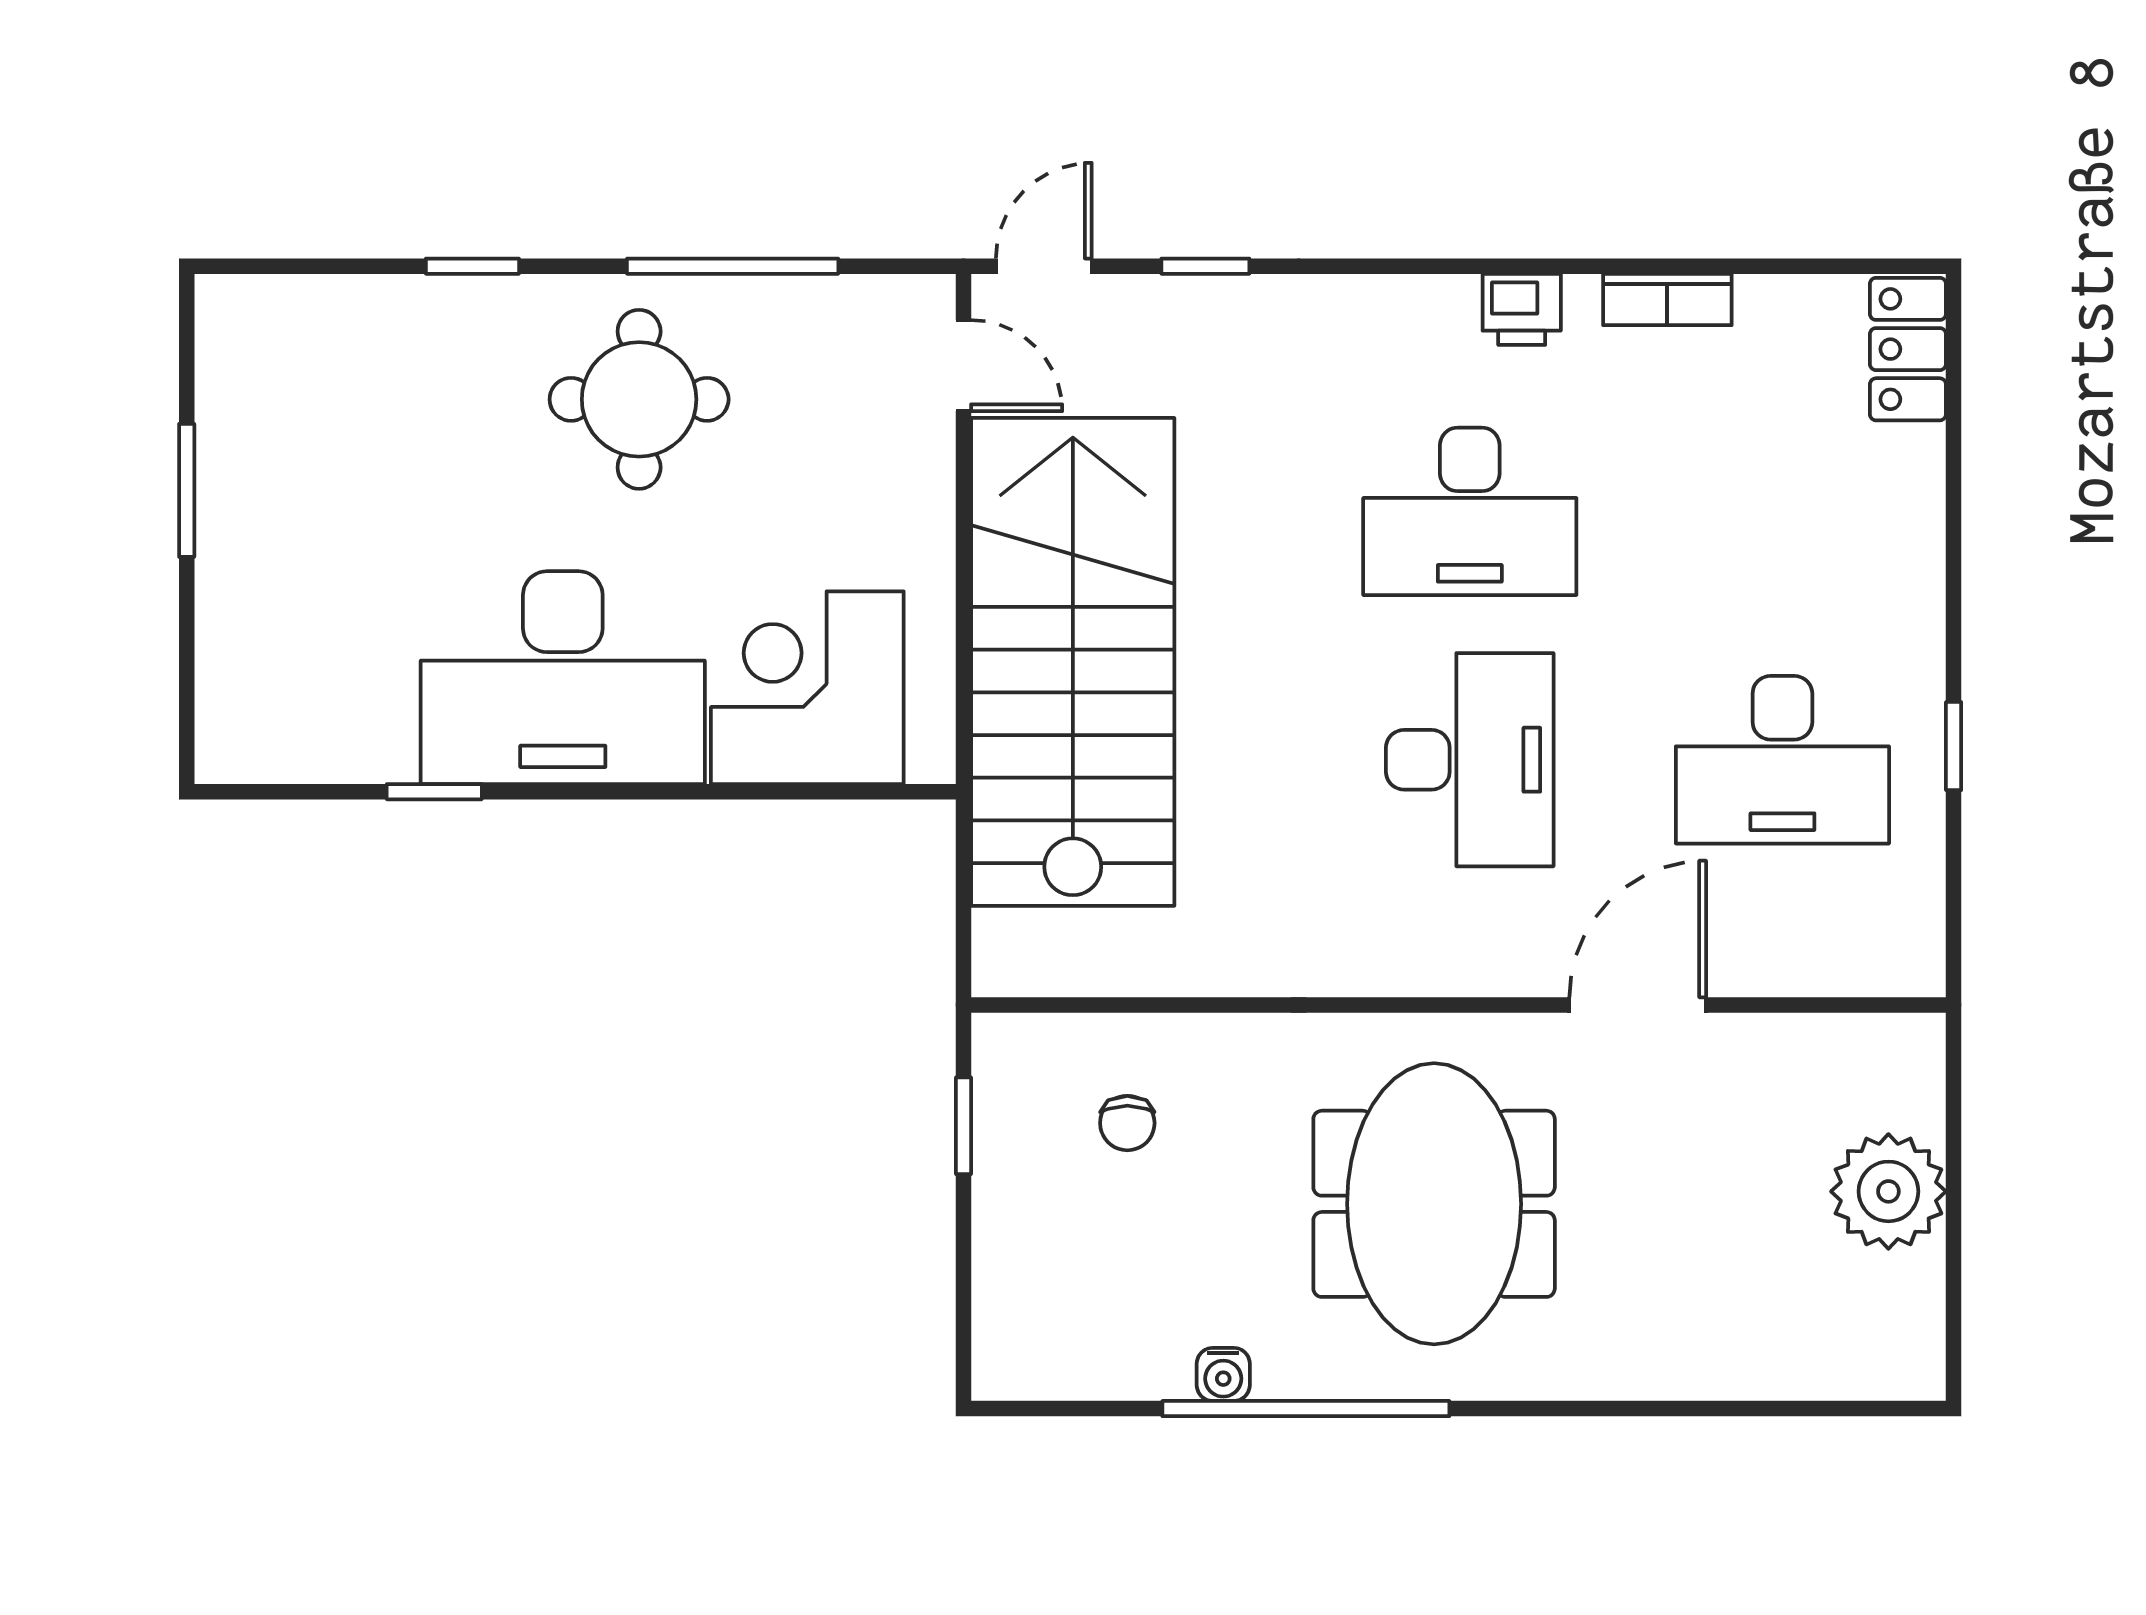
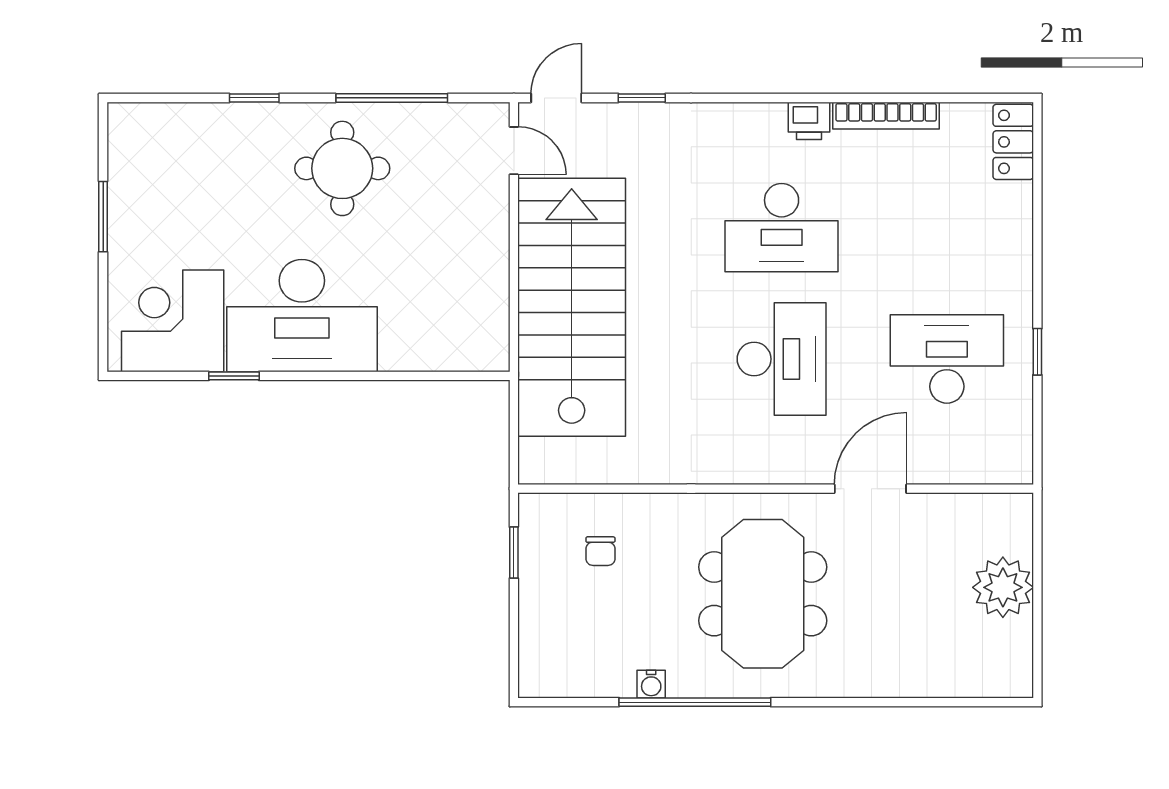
bookcase: (1667, 299) -> (886, 116), width x1.56
corner desk: (807, 688) -> (173, 321), moved
desk: (1782, 760) -> (947, 359), turned 180

